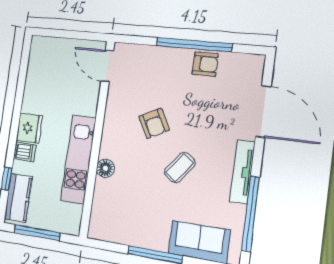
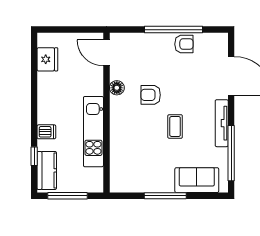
armchair: (154, 123) -> (151, 95), turned 118
fridge: (29, 128) -> (47, 59), moved
floor lamp: (105, 168) -> (117, 88), moved
coffee table: (180, 168) -> (175, 126), turned -37

